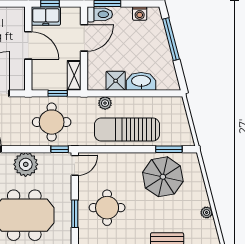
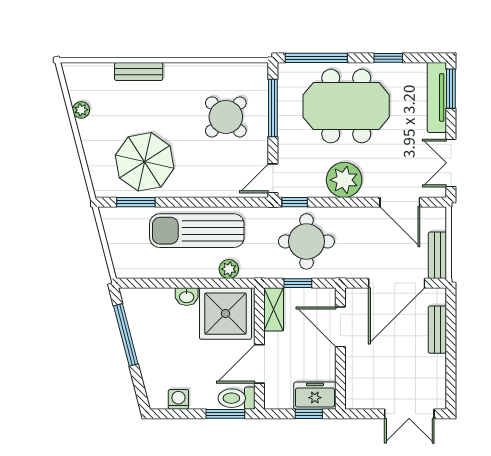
window: (171, 39) -> (126, 335), moved
door: (28, 45) -> (340, 327), moved
shower: (116, 81) -> (225, 314), width x1.86, depth x1.86
washbasin: (141, 81) -> (187, 297), width x0.52, depth x0.69
sun lounger: (127, 129) -> (197, 231), turned 180
round table: (107, 208) -> (226, 117), turned 45
window: (75, 214) -> (273, 108), width x1.44

